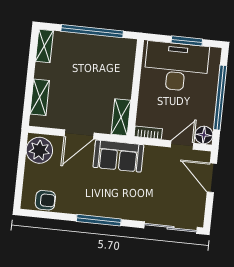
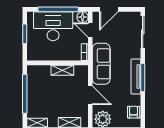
desk: (176, 67) -> (53, 26), moved, turned 90
shelving: (121, 117) -> (62, 70), moved
sofa: (118, 156) -> (101, 64), width x1.36
tv unit: (101, 209) -> (136, 77), added

